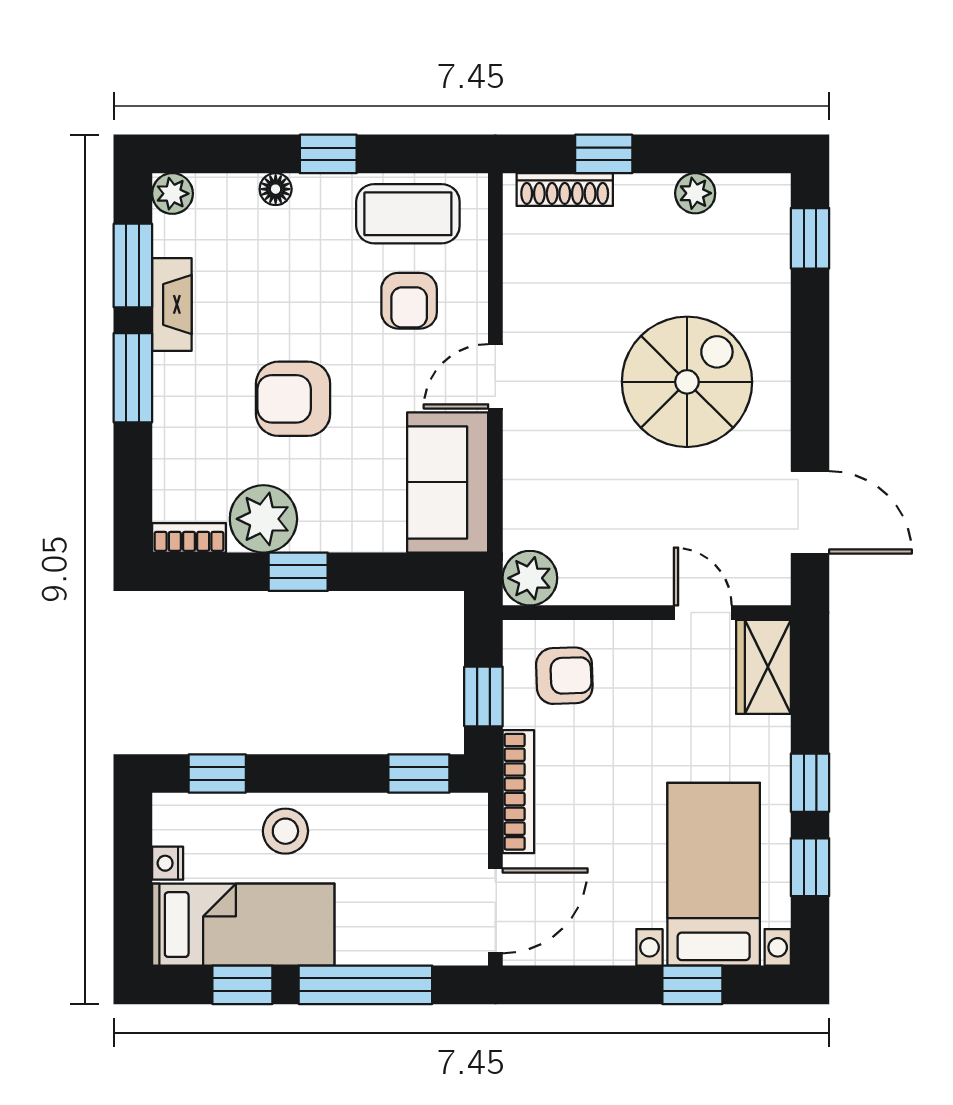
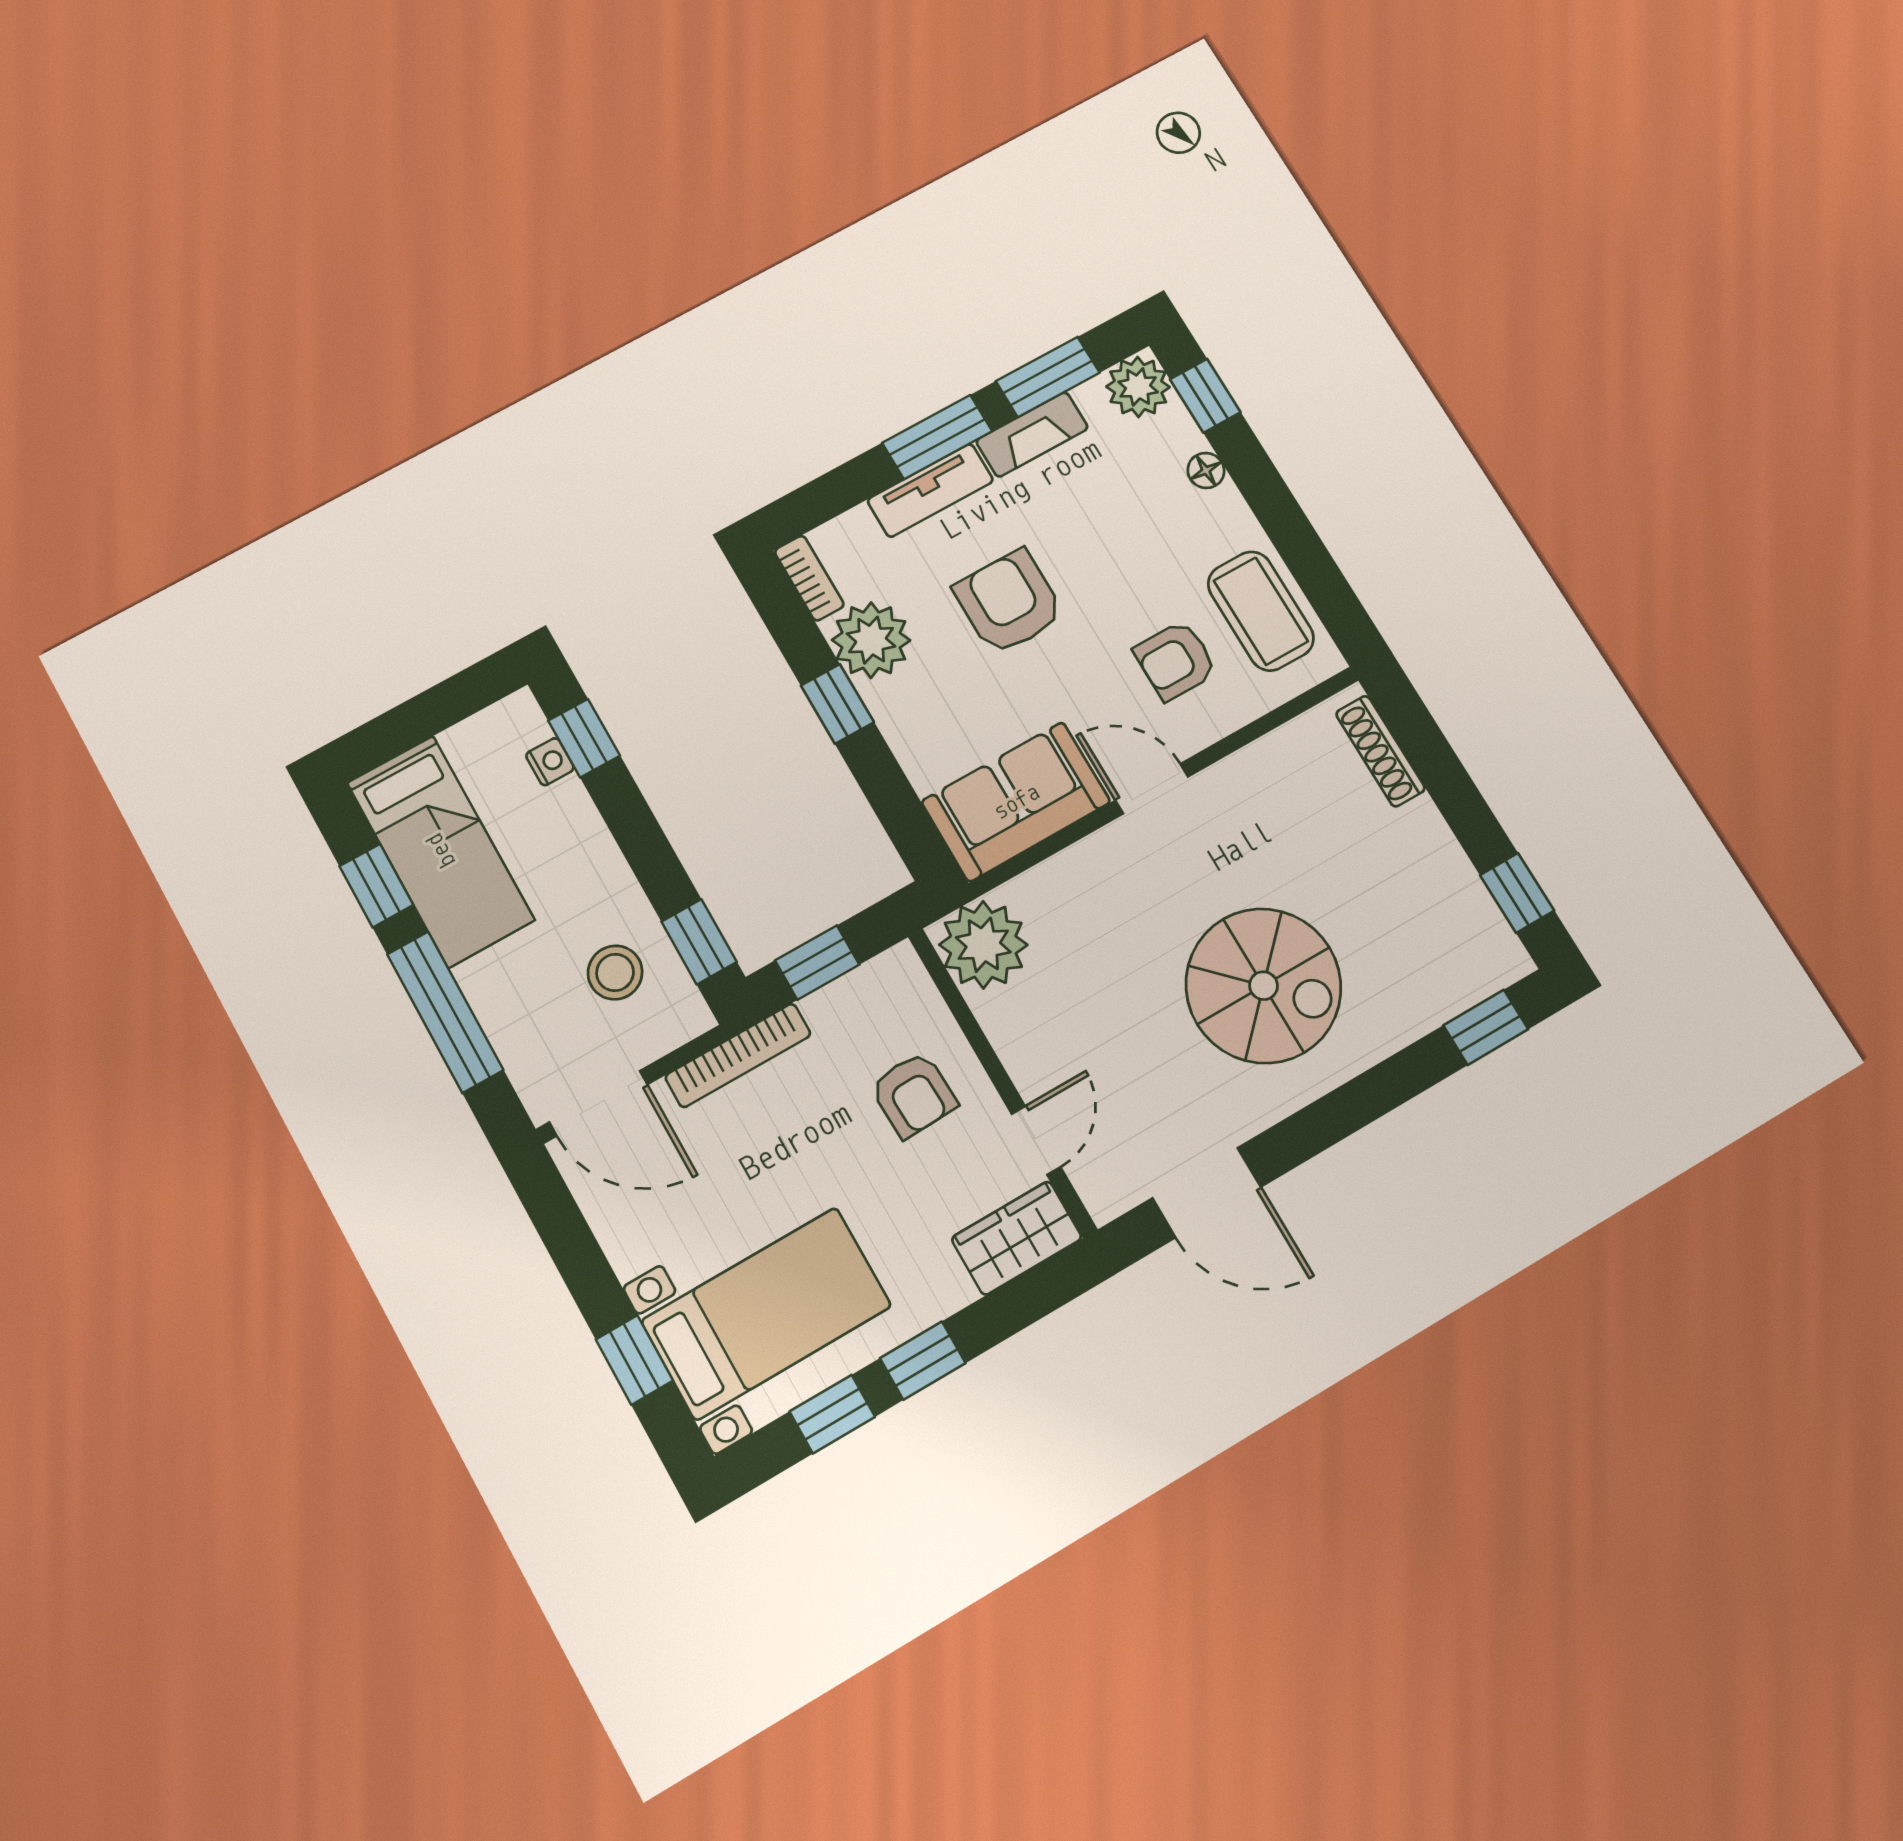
window: (328, 154) -> (1205, 396), moved
window: (604, 154) -> (1517, 893), moved
plant: (695, 193) -> (1458, 884), removed
plant: (172, 194) -> (1138, 387), width x1.38, depth x1.38
tv unit: (172, 407) -> (930, 490), added
door: (810, 512) -> (1207, 1193), hinge flipped
plant: (530, 578) -> (983, 945), width x1.36, depth x1.36
armchair: (564, 676) -> (914, 1095), moved
stool: (285, 831) -> (615, 972), moved
nightstand: (168, 863) -> (550, 762), moved, turned 90

